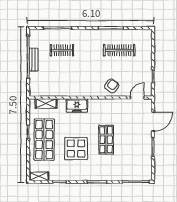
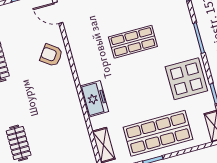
display table: (76, 149) -> (186, 79), moved

